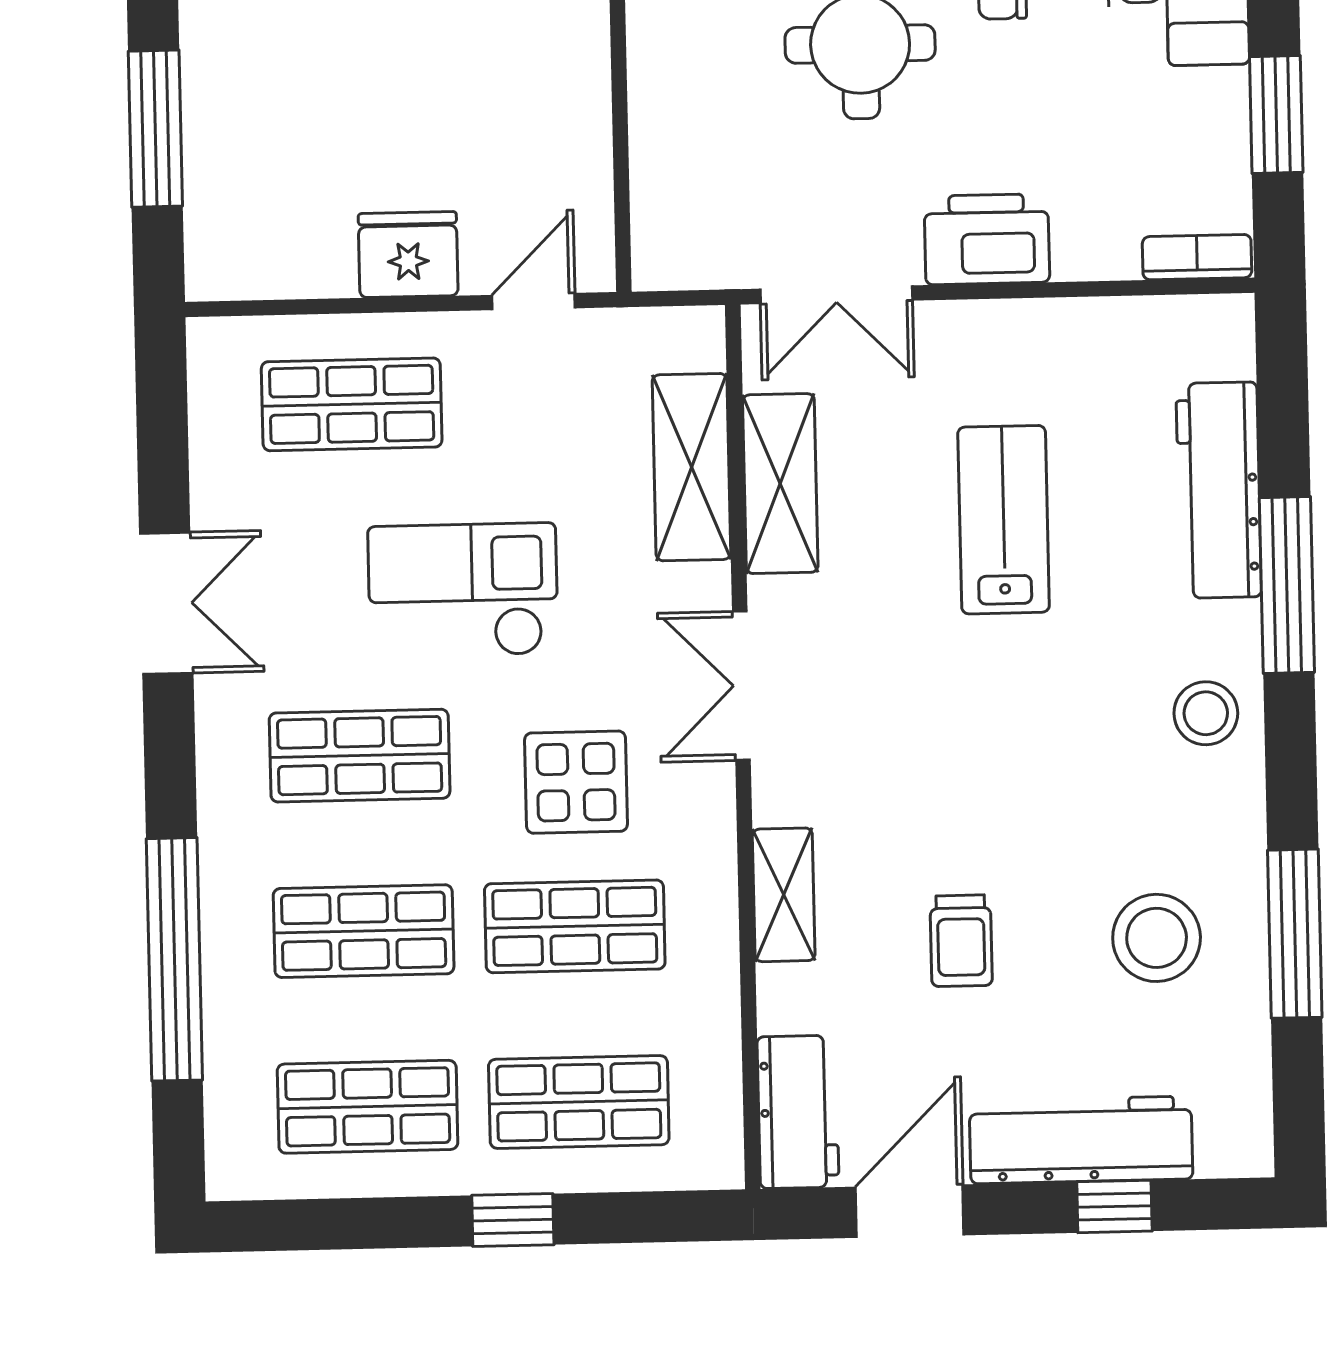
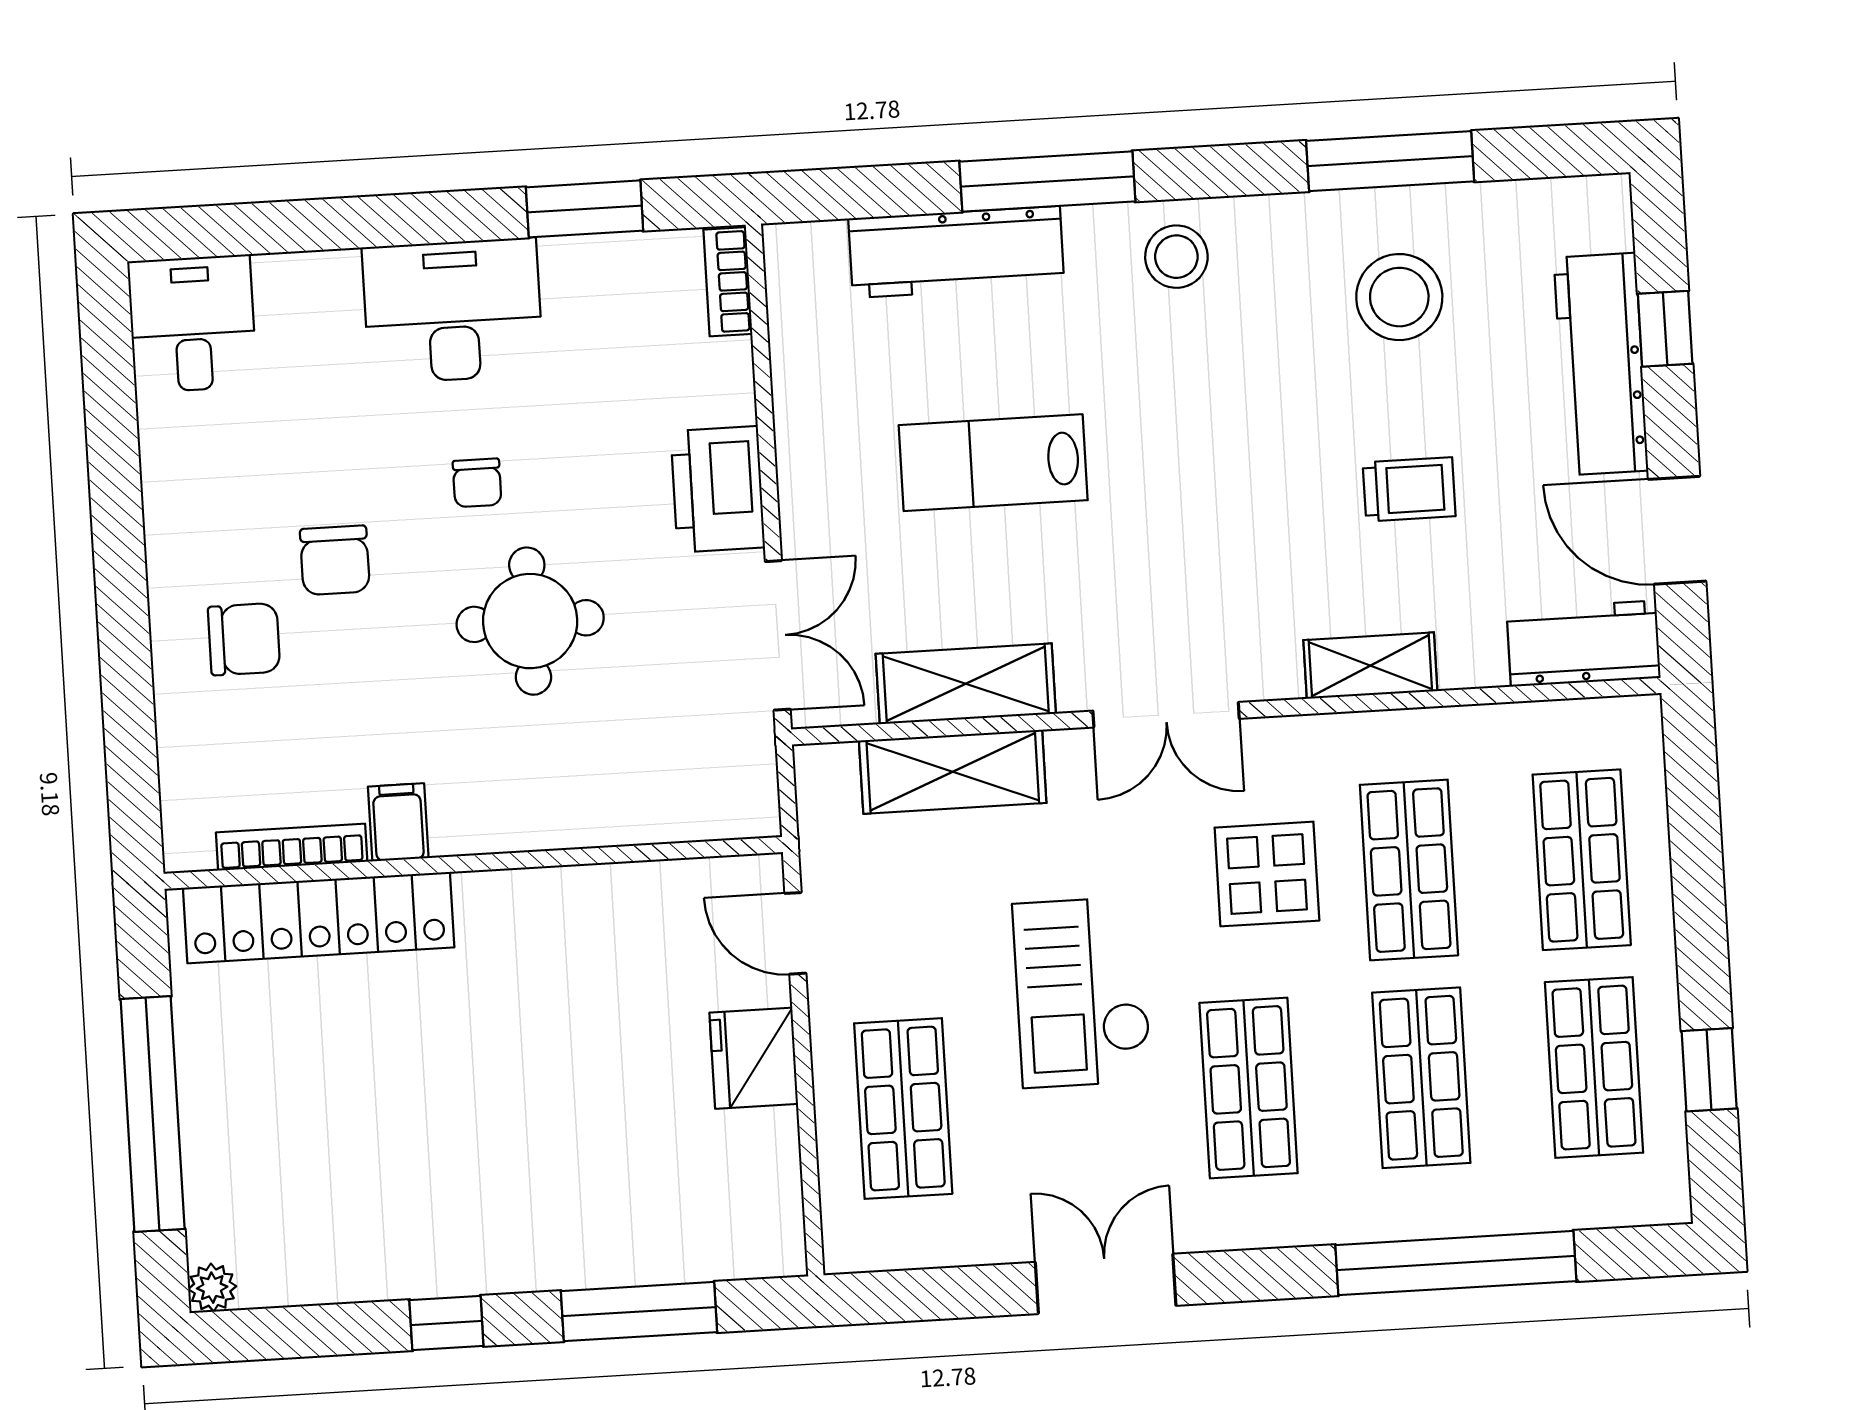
window: (513, 1220) -> (1709, 1070), moved

